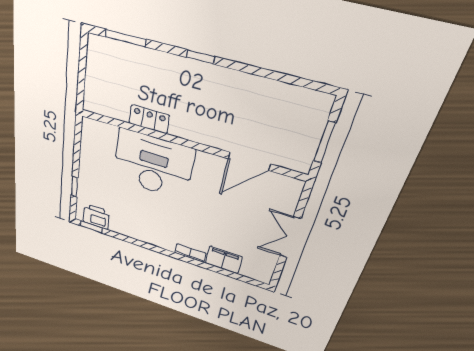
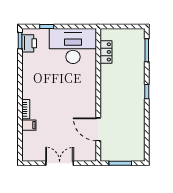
locker: (149, 119) -> (106, 52), moved
desk: (153, 165) -> (73, 46), moved, turned -90
filing cabinet: (224, 260) -> (29, 125), width x0.50

